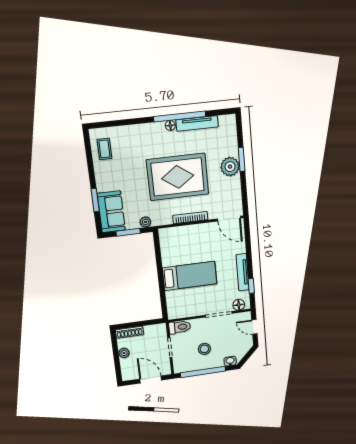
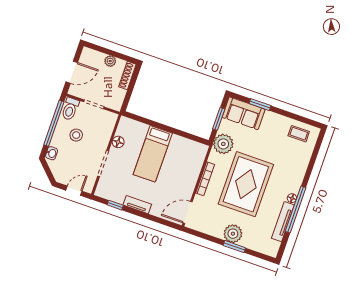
plant: (145, 222) -> (223, 144), width x1.88, depth x1.88
tv unit: (243, 272) -> (137, 205), width x0.71
floor lamp: (239, 305) -> (118, 142), moved
toilet: (180, 327) -> (70, 109), moved

